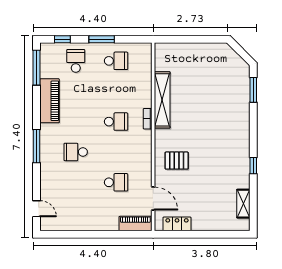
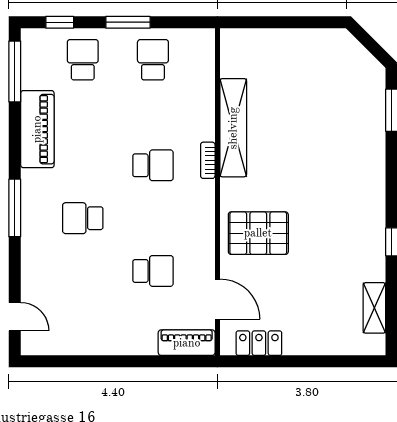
school desk: (116, 61) -> (153, 60), turned -90
pallet: (177, 161) -> (258, 233), width x1.50, depth x1.42

